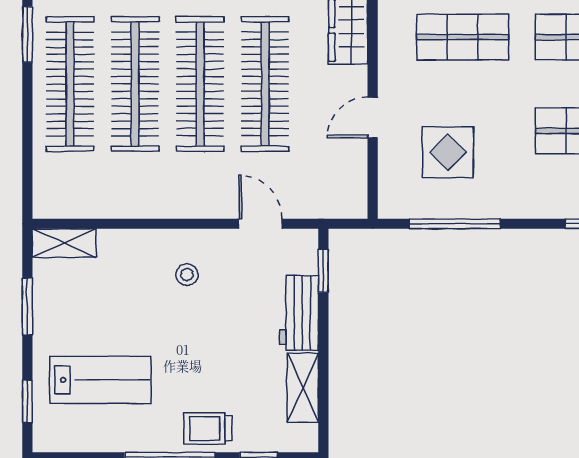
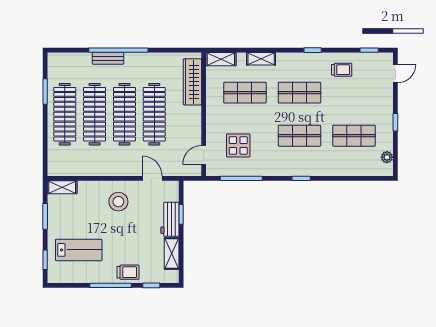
door: (373, 118) -> (204, 155), moved
window: (323, 271) -> (181, 214), moved
stool: (187, 275) -> (118, 202), width x1.89, depth x1.89
trolley: (208, 428) -> (128, 272), turned 180

